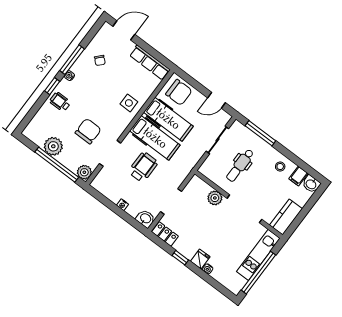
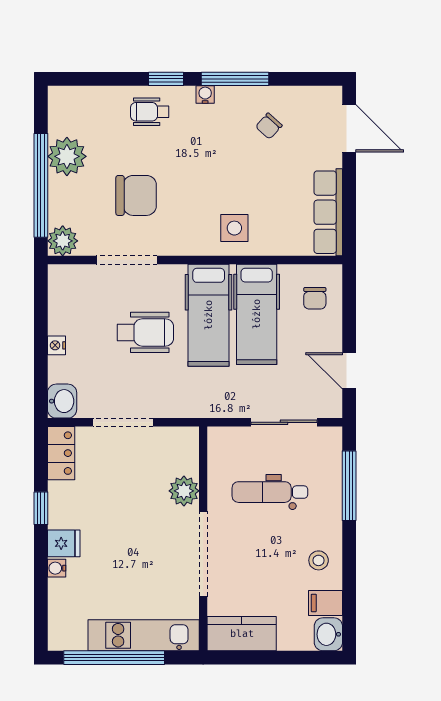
chair: (179, 92) -> (315, 298), width x0.54, depth x0.54
wheelchair: (60, 102) -> (150, 112), turned -90

